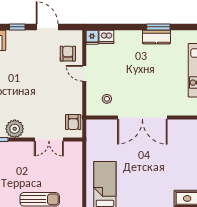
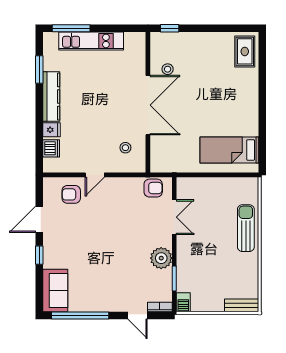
window: (158, 27) -> (39, 69), moved
fridge: (92, 37) -> (52, 130), moved
kitchen counter: (156, 37) -> (51, 97), width x1.50
stool: (172, 134) -> (168, 69), added

